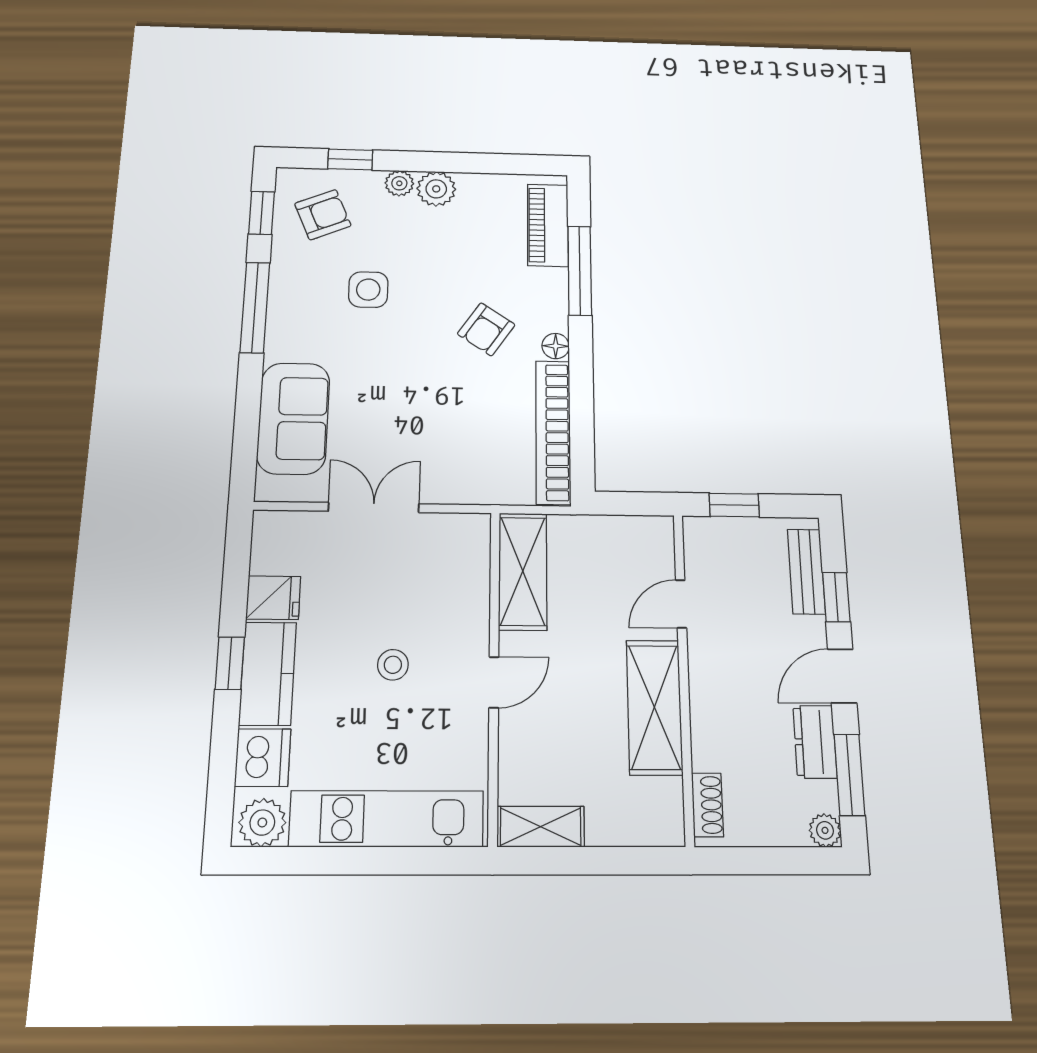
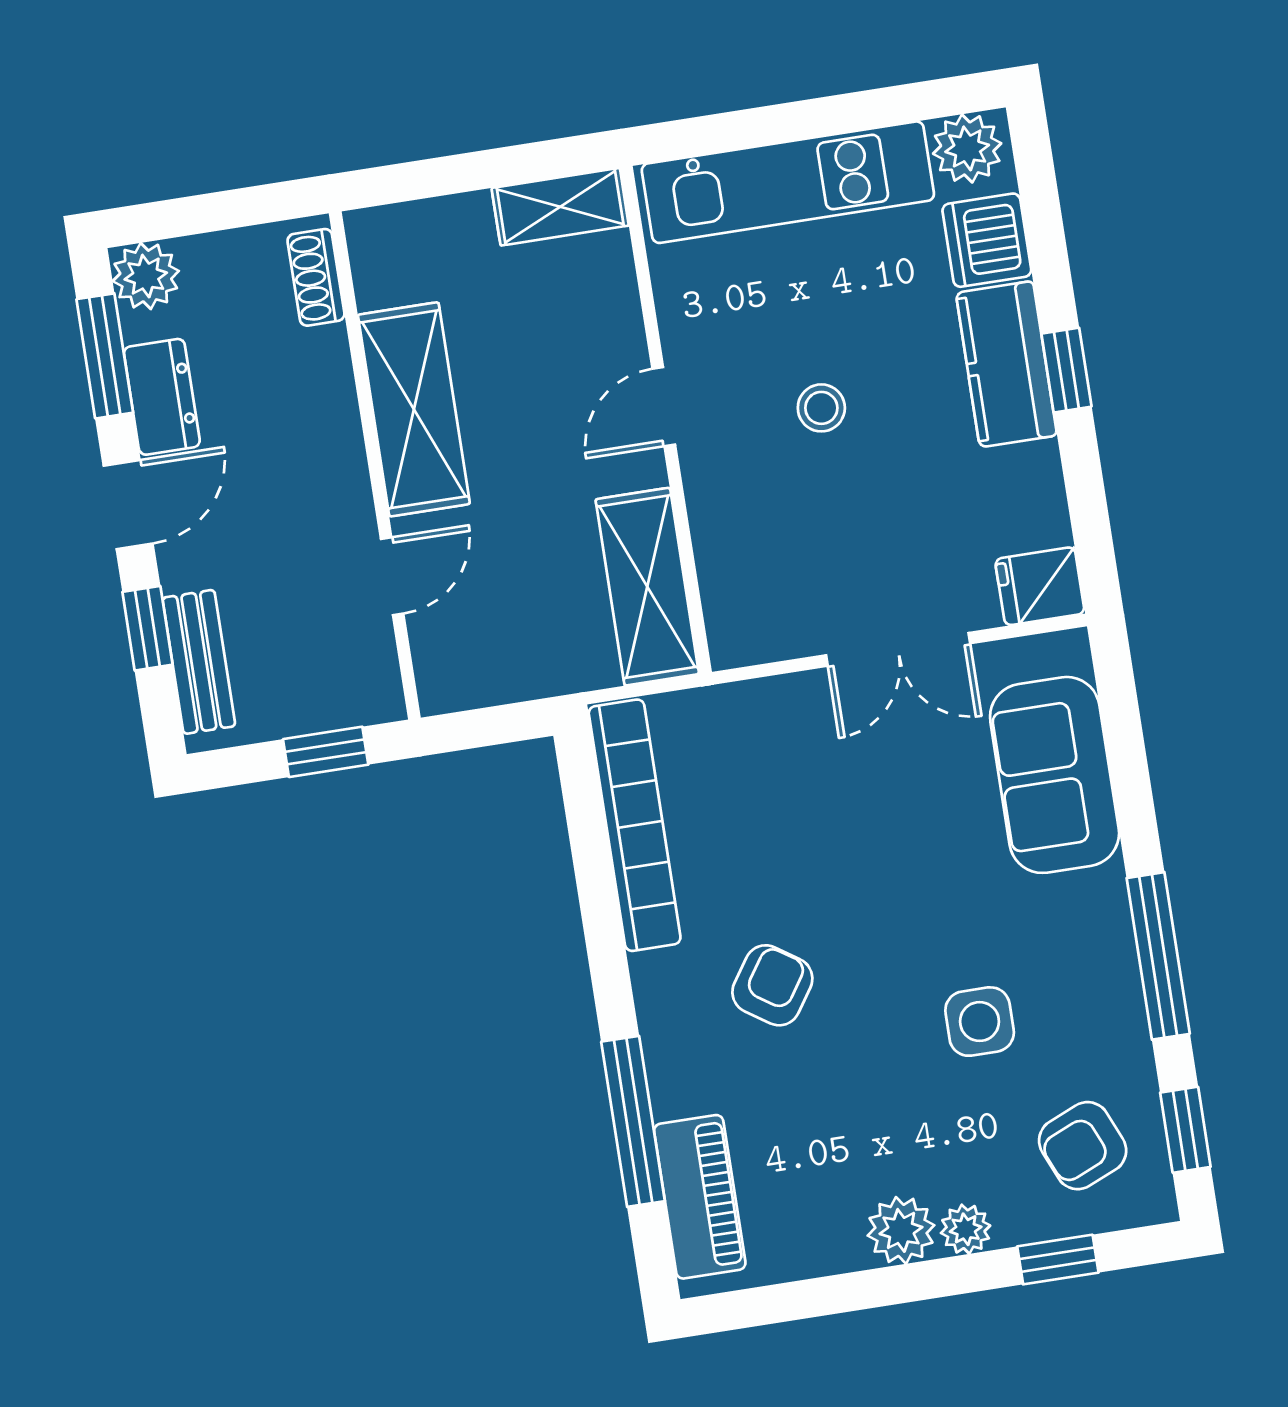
floor lamp: (556, 346) -> (653, 976), removed
fridge: (273, 598) -> (1040, 586), moved
plant: (825, 830) -> (146, 276), width x1.38, depth x1.38

